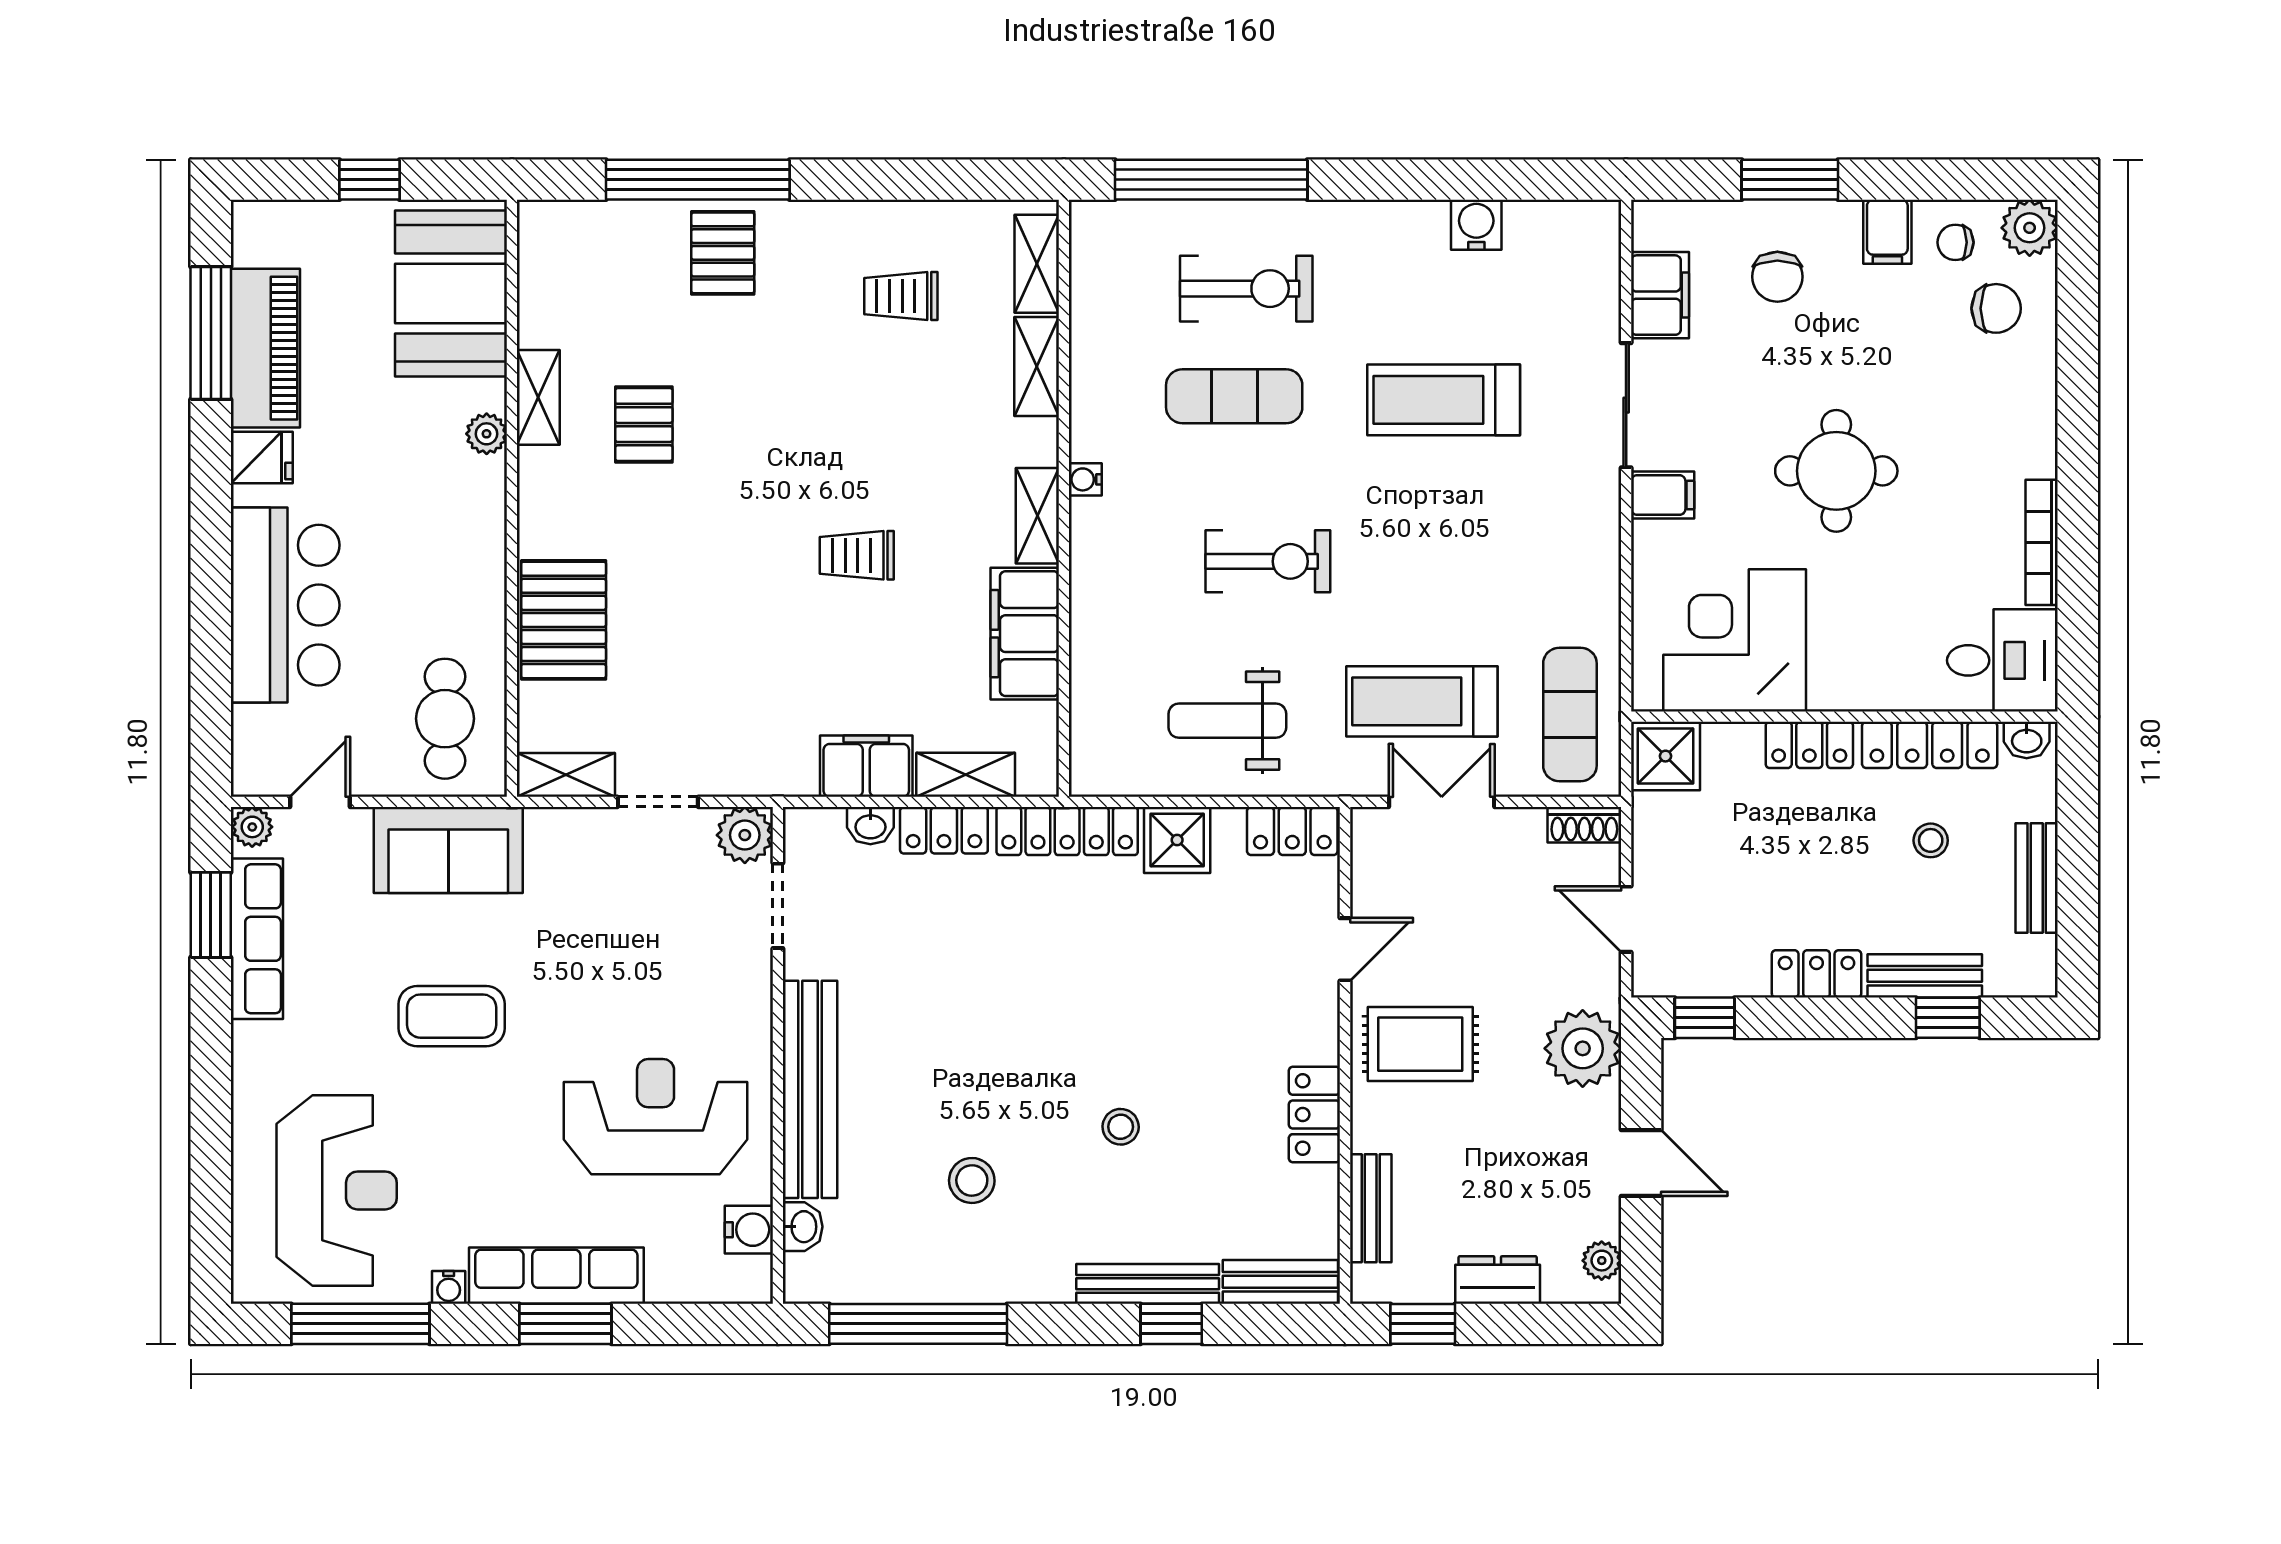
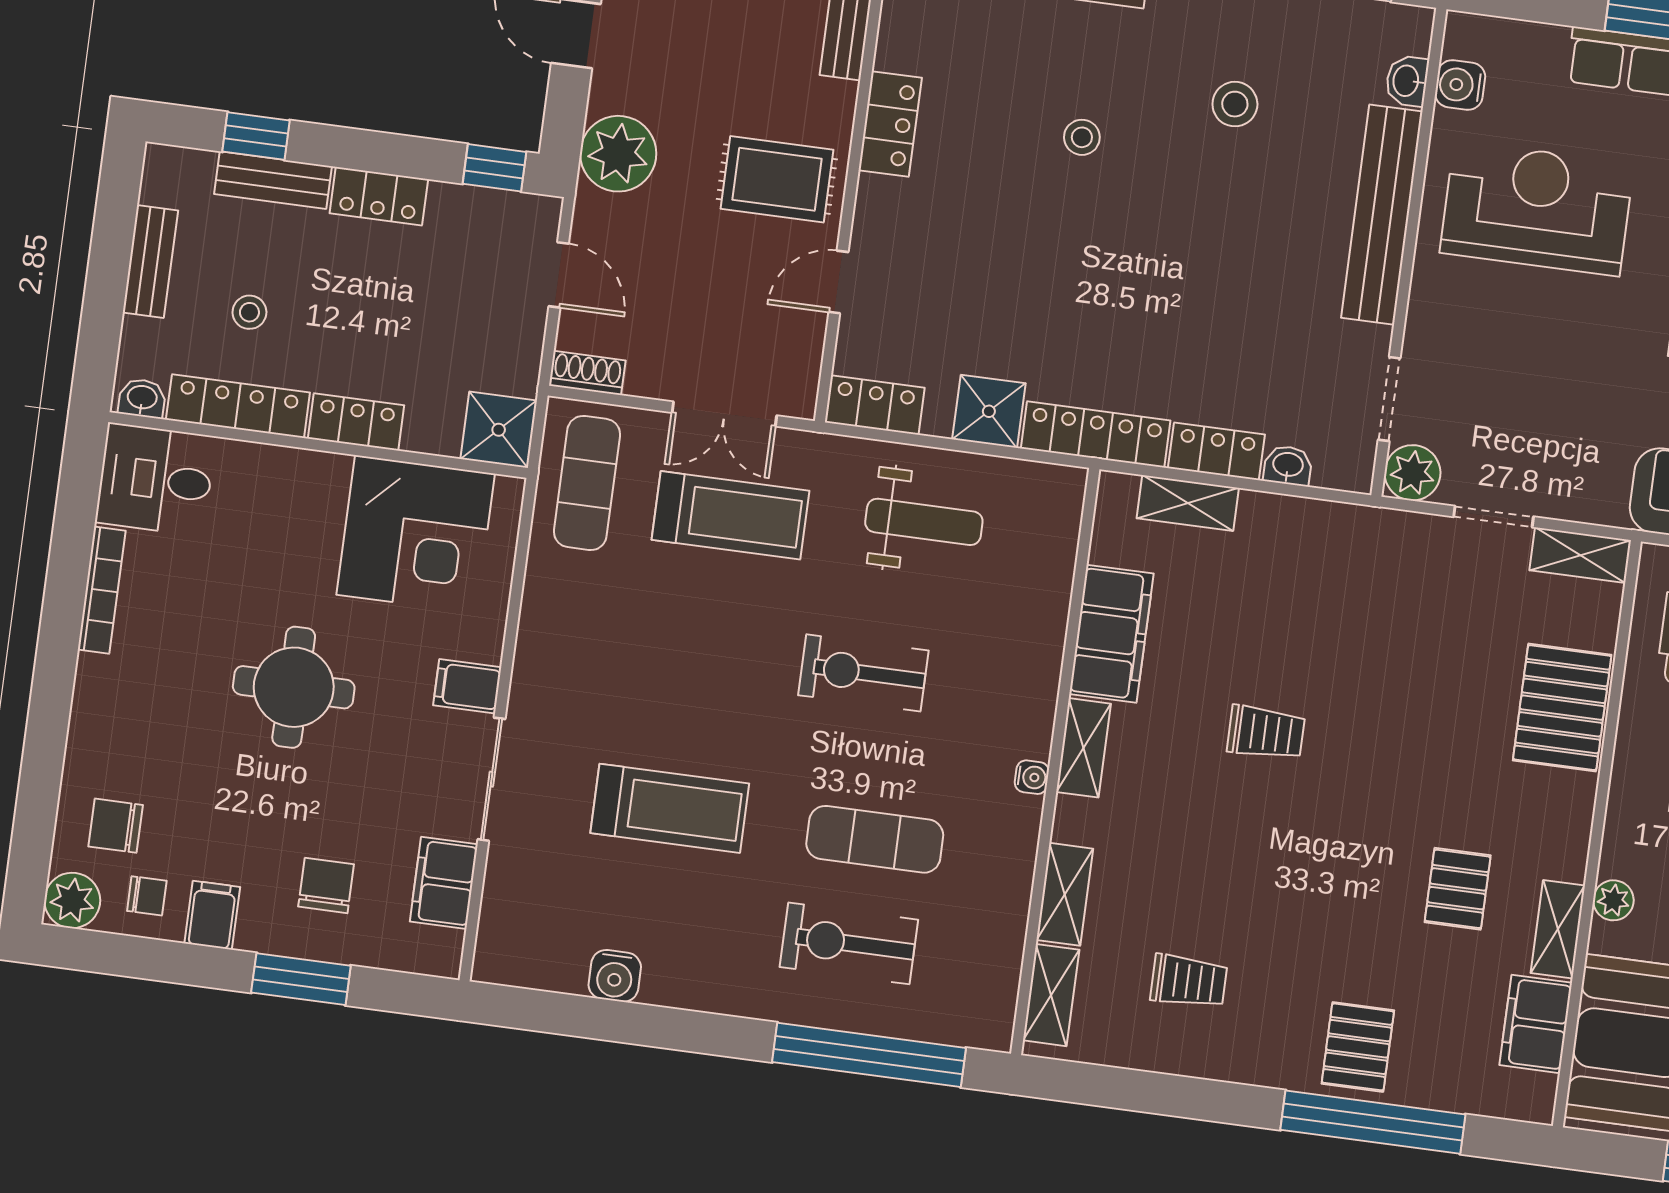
filing cabinet: (866, 766) -> (1536, 1024), moved, turned 90
reception desk: (656, 1117) -> (1537, 208), turned 180

